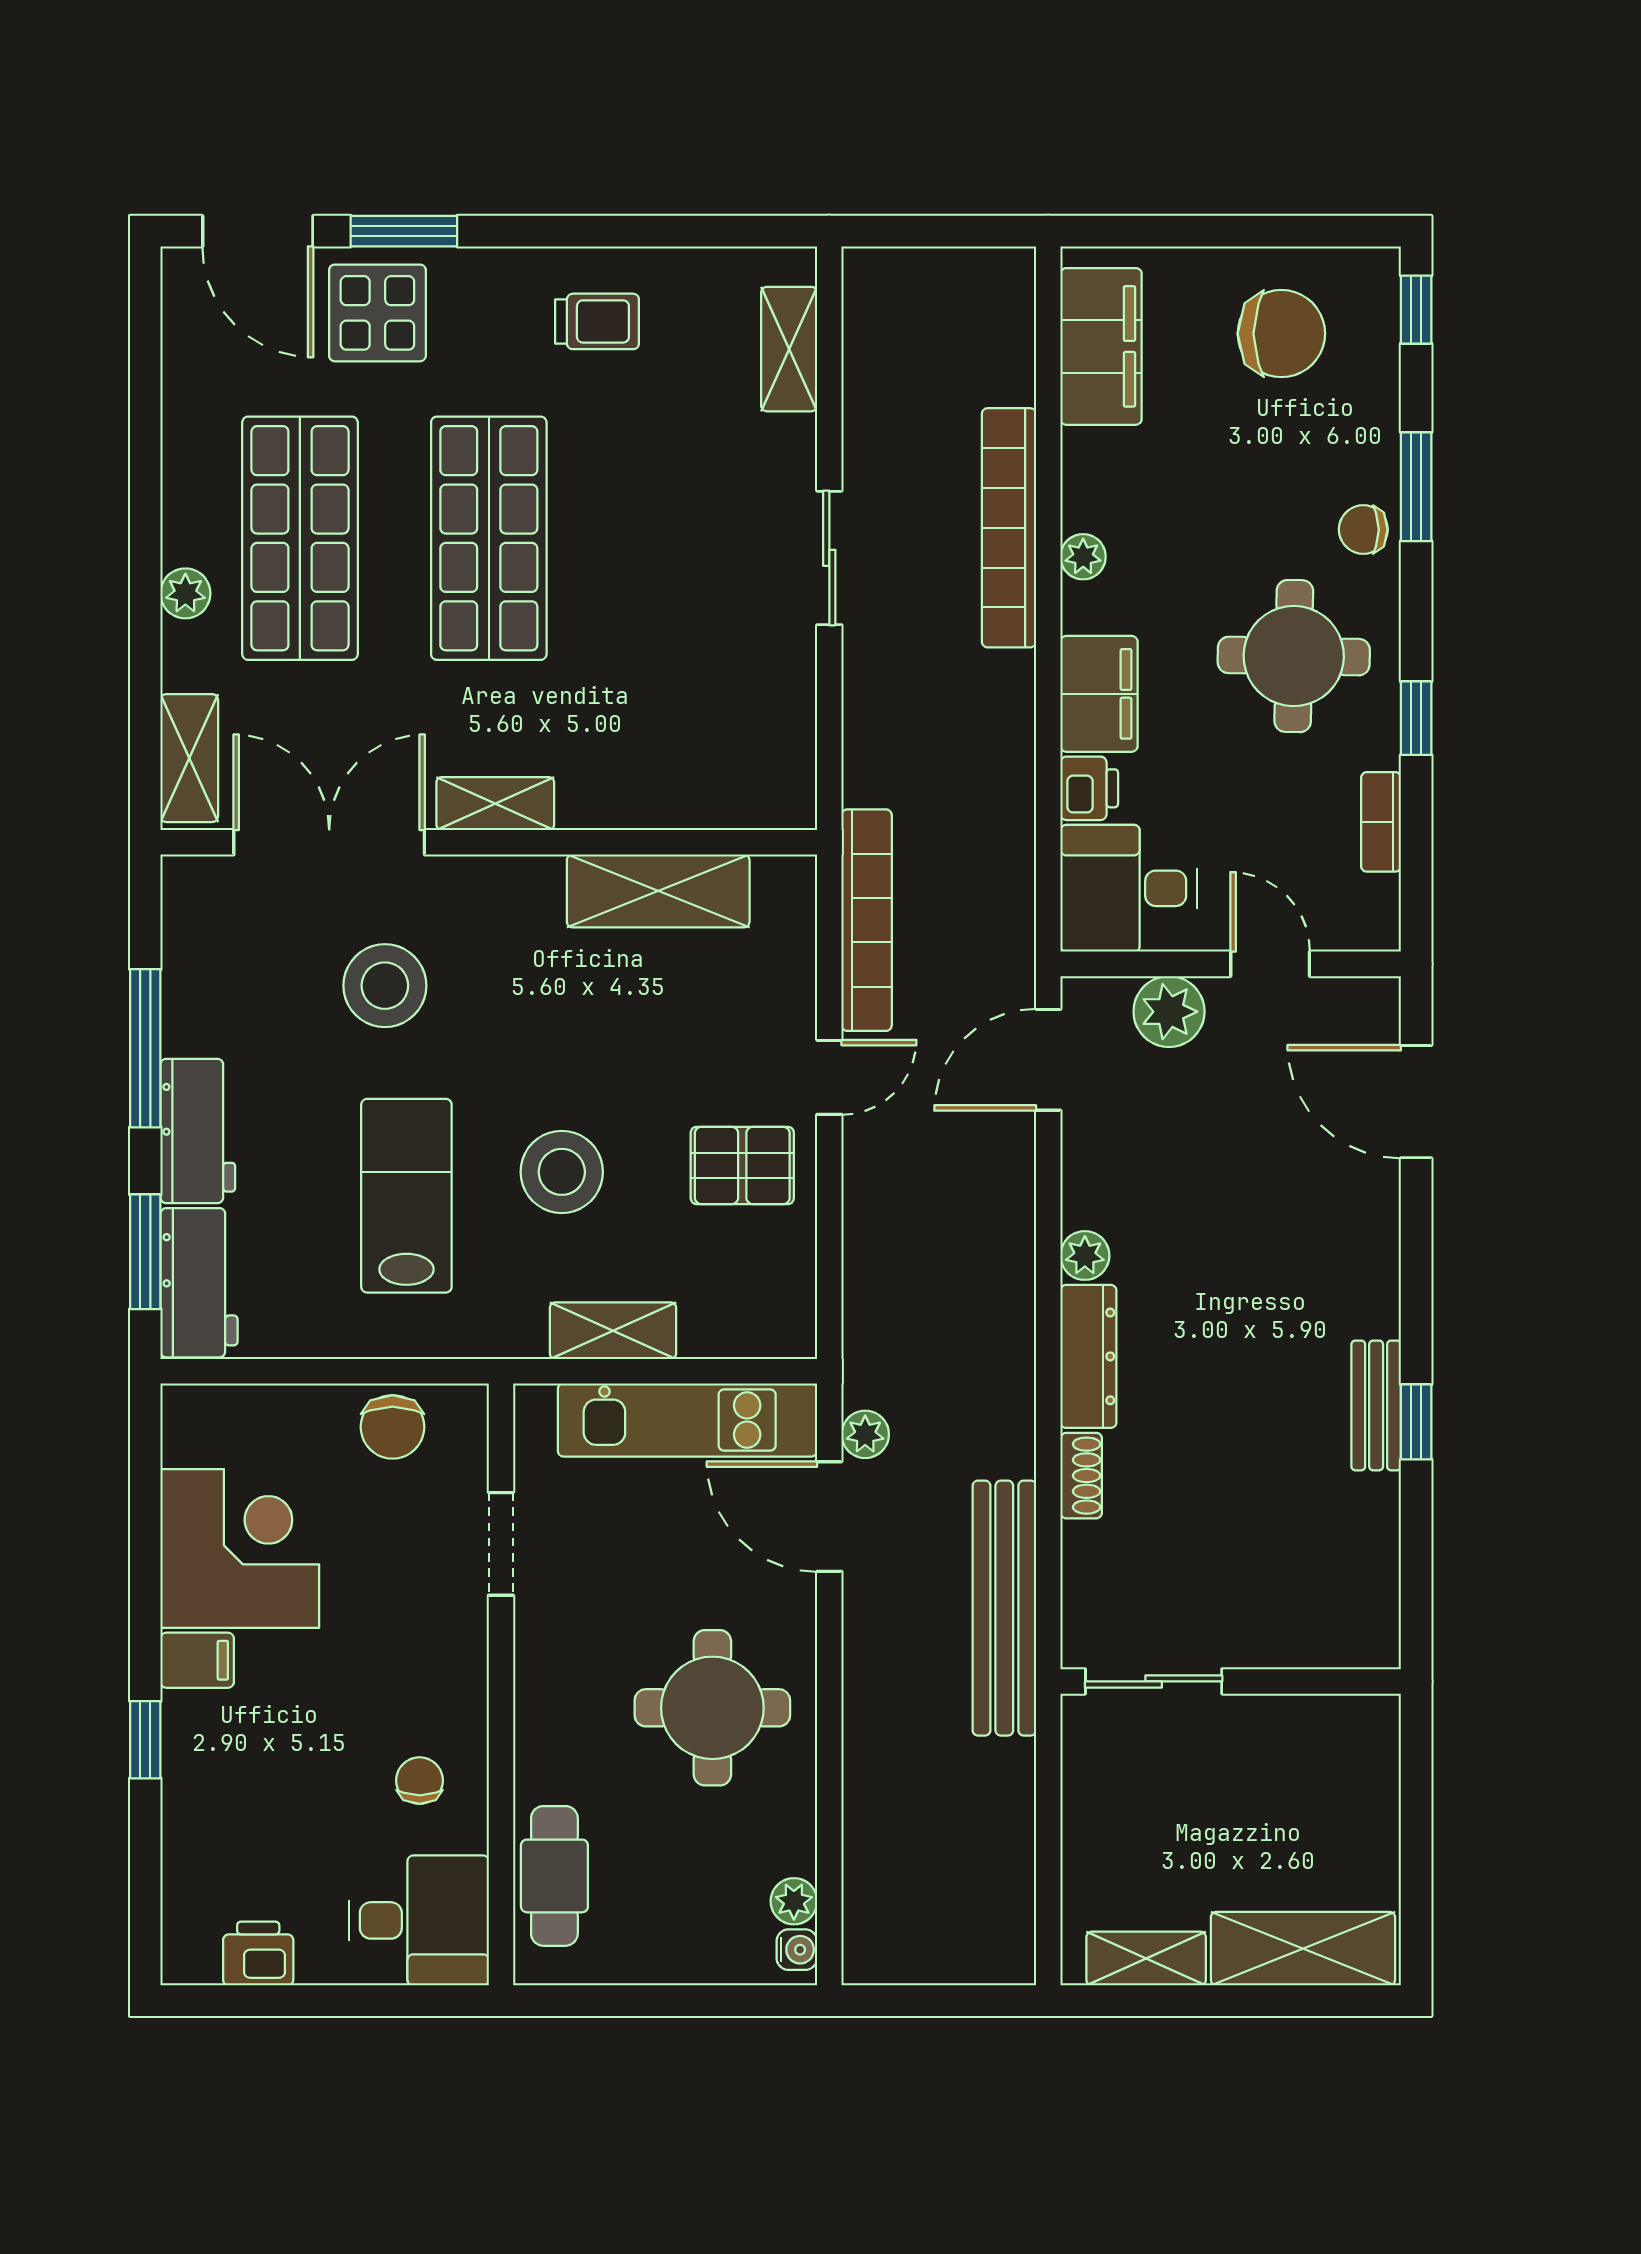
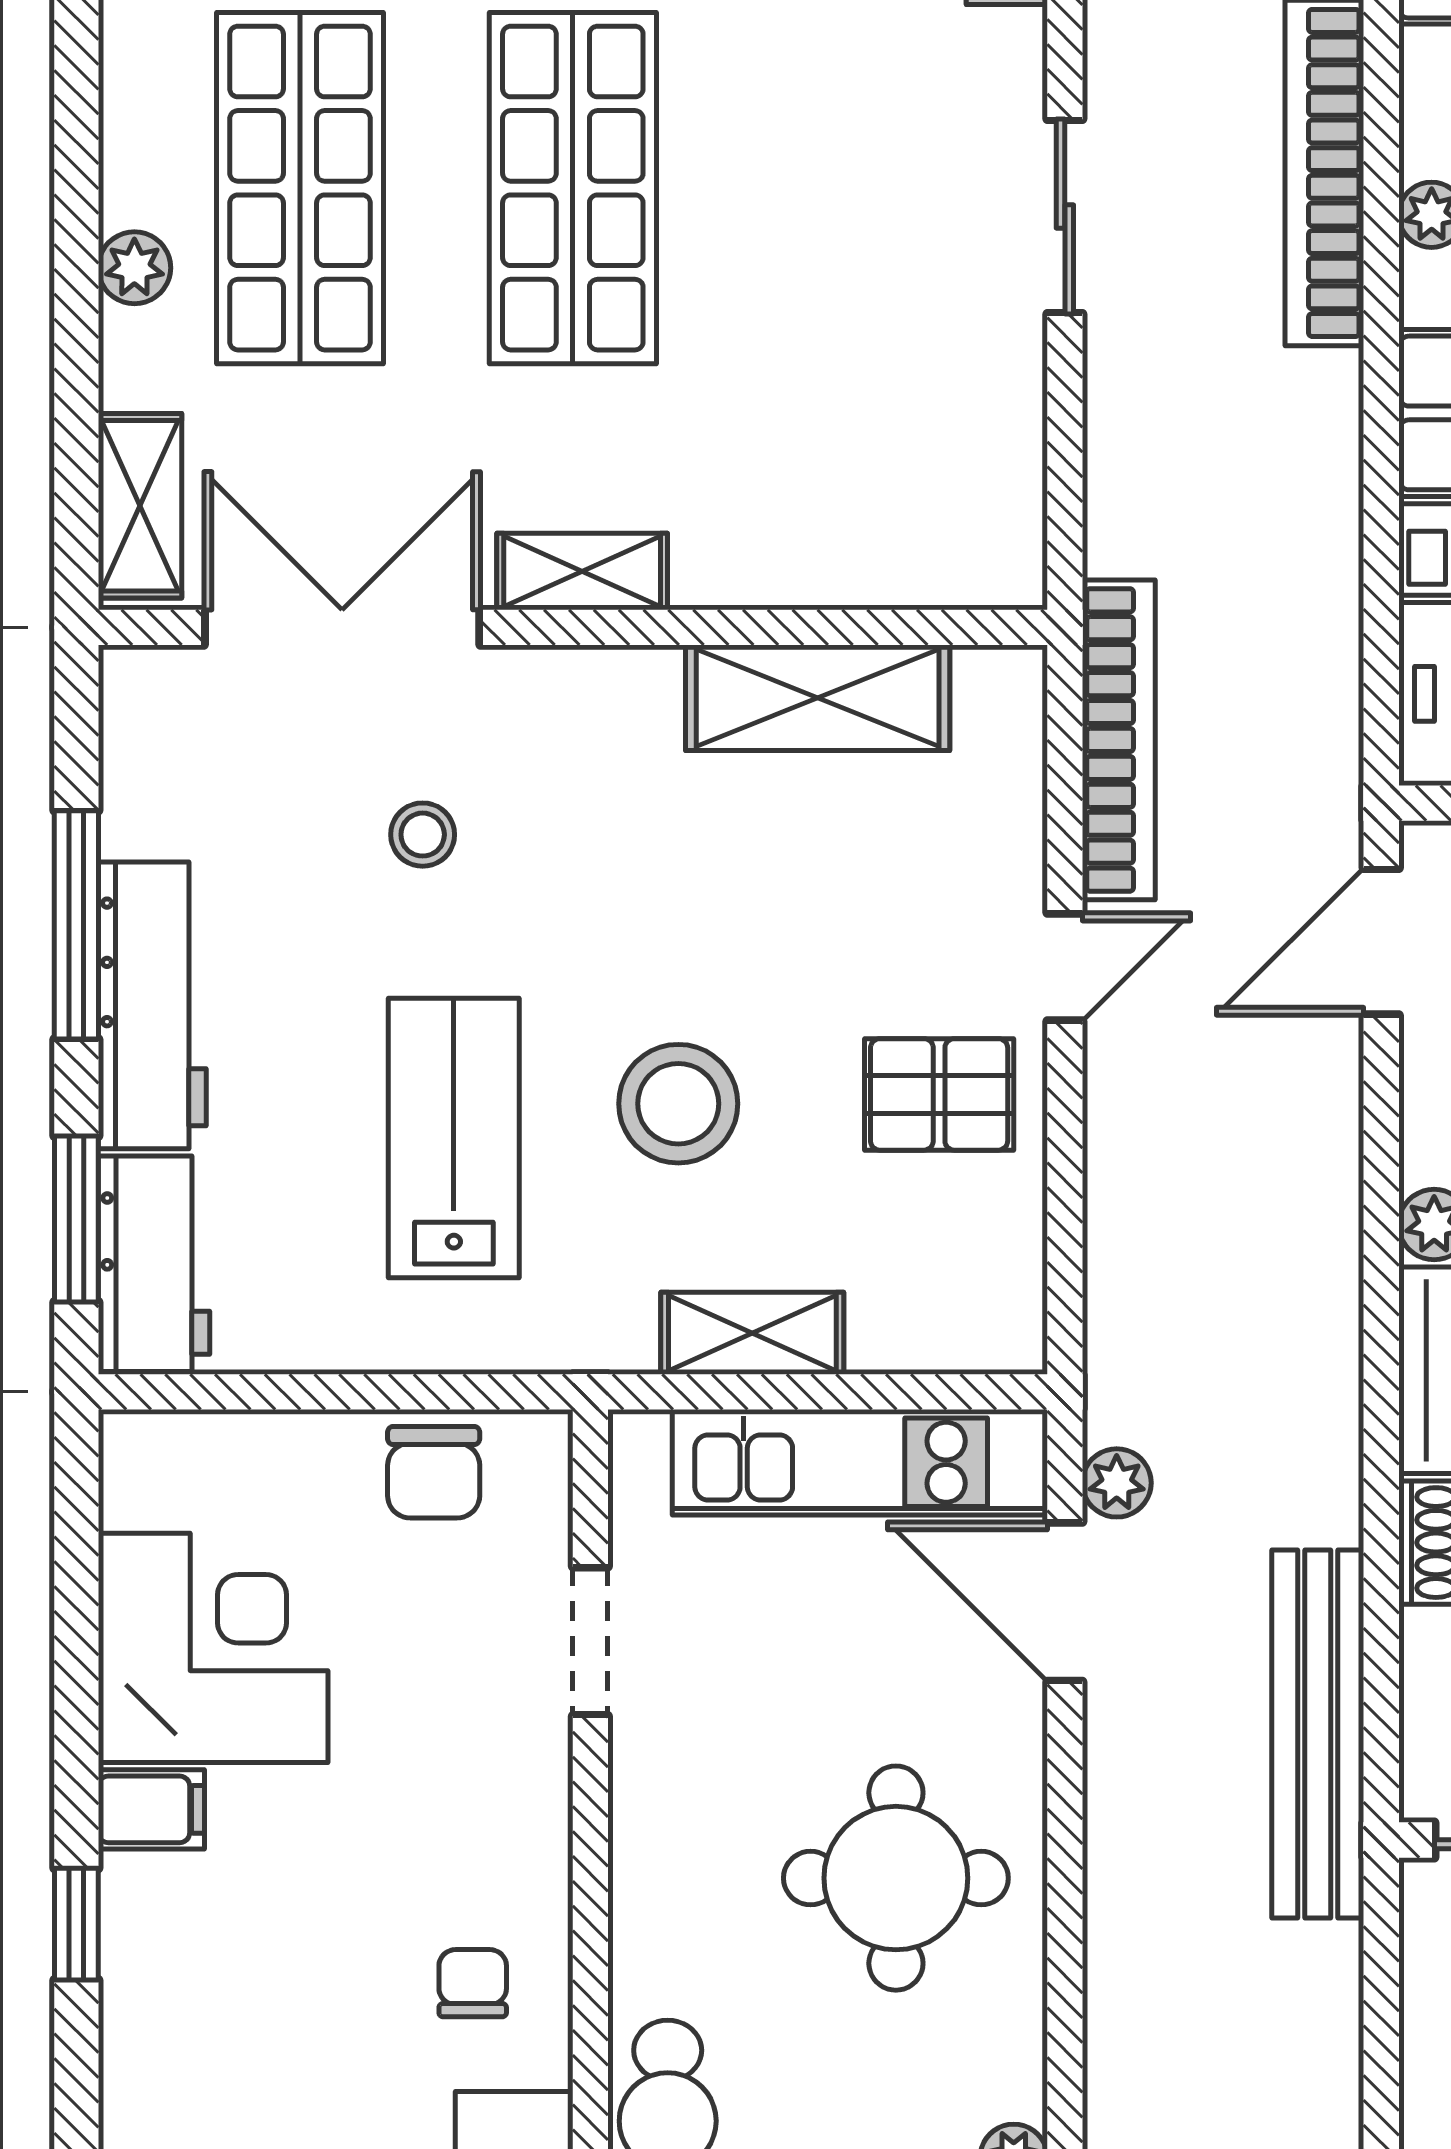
stool: (385, 986) -> (423, 835), width x0.53, depth x0.53
workbench: (198, 1131) -> (152, 1005), width x1.37

